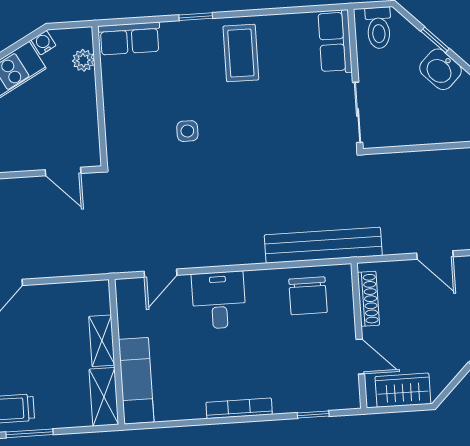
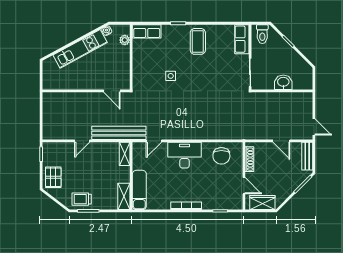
washbasin: (440, 69) -> (283, 82), moved, turned 135
bench: (323, 245) -> (119, 133), moved
desk: (219, 300) -> (184, 155), width x1.37
shelving: (102, 341) -> (125, 154), moved

